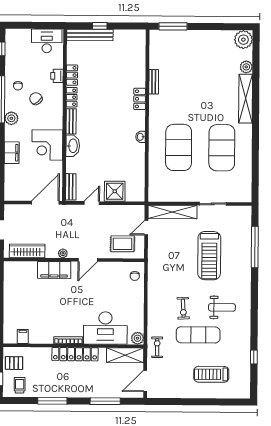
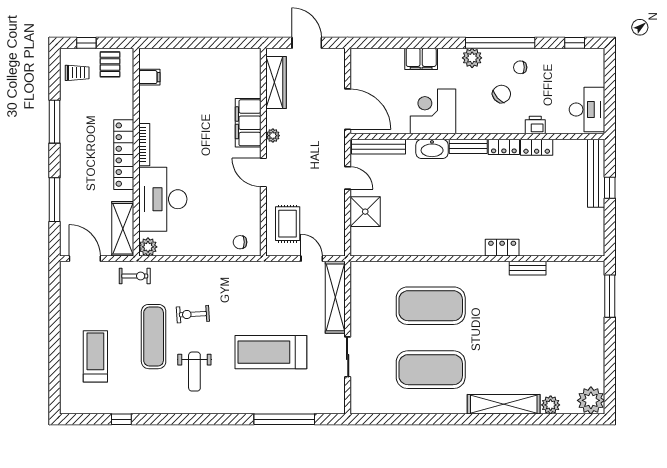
washbasin: (140, 137) -> (446, 249), removed
bench: (71, 187) -> (379, 147), width x1.36

